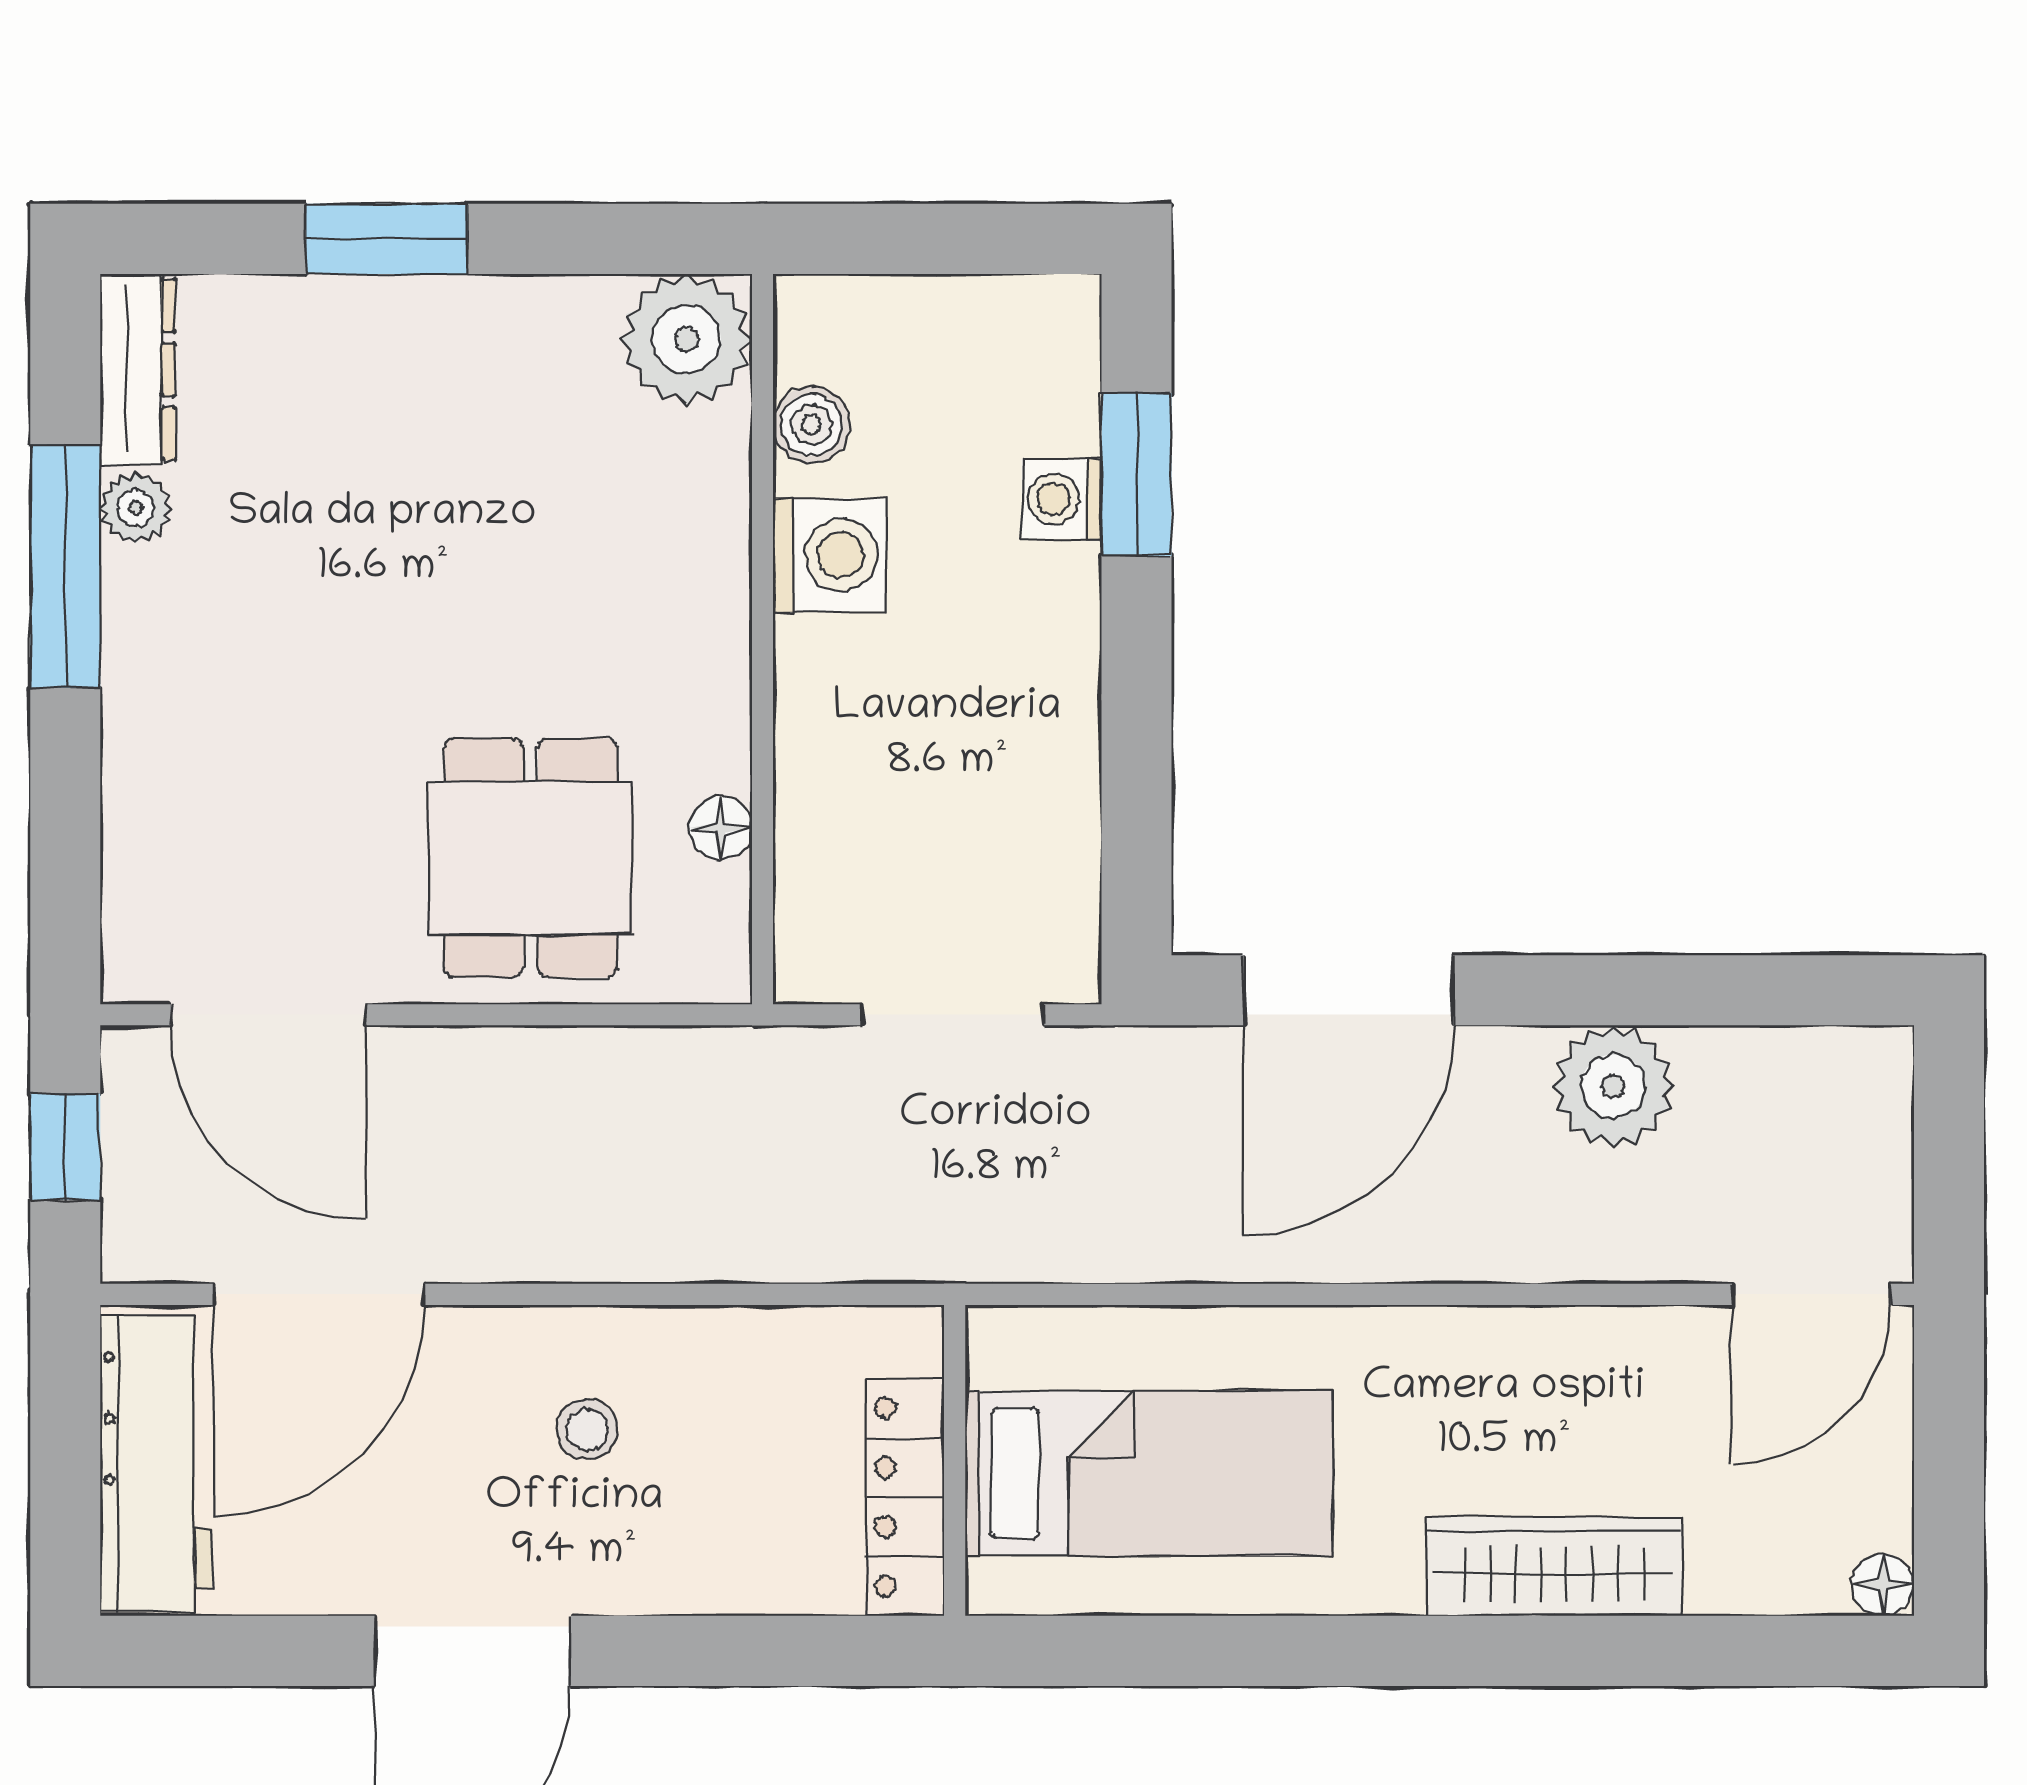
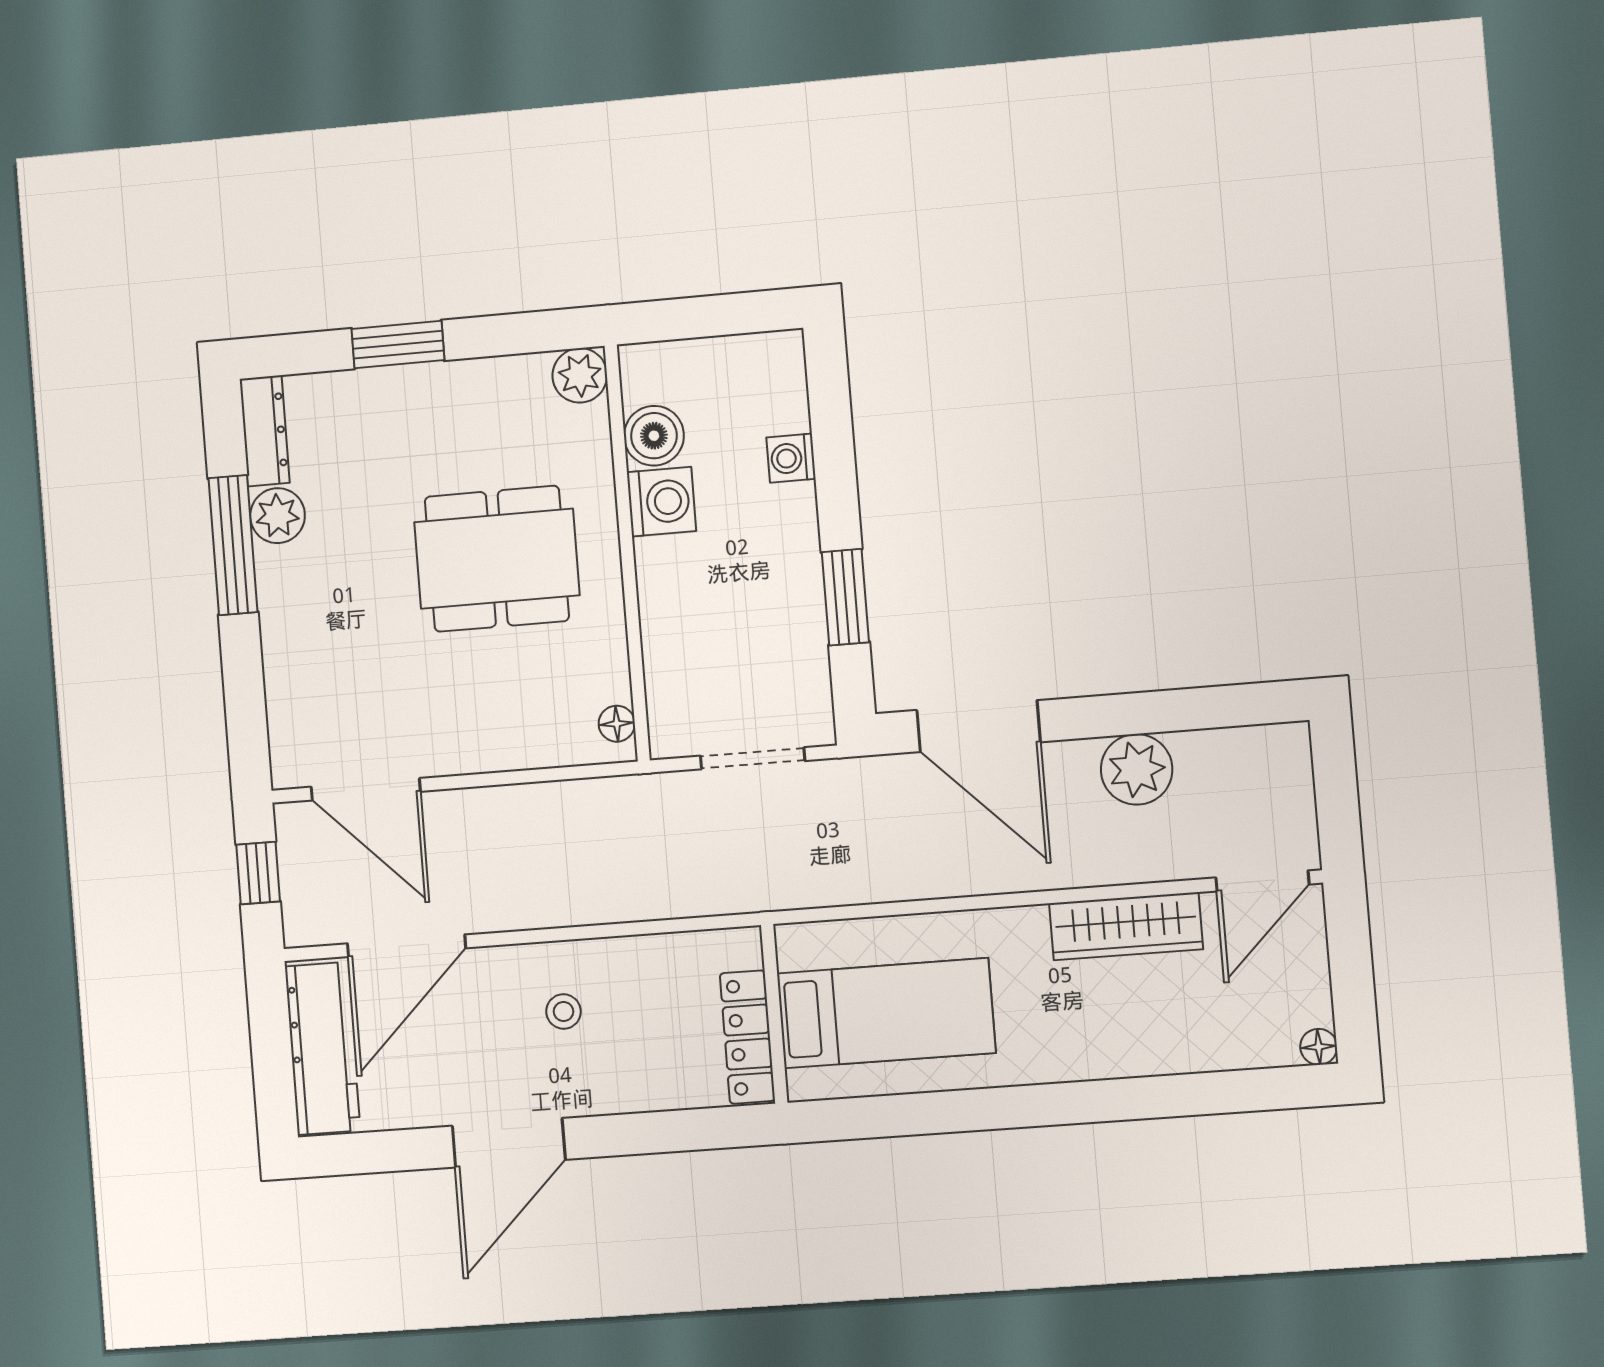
plant: (687, 339) -> (580, 375), width x0.73, depth x0.73
boiler: (812, 425) -> (654, 436), width x1.36, depth x1.36
window: (1136, 475) -> (845, 597), moved
plant: (136, 508) -> (278, 516), width x1.38, depth x1.38
floor lamp: (720, 828) -> (617, 724), moved
dining table: (531, 858) -> (497, 559), moved, width x1.38
door: (1348, 990) -> (978, 726), hinge flipped
wardrobe: (1554, 1566) -> (1126, 926), moved, turned 180

